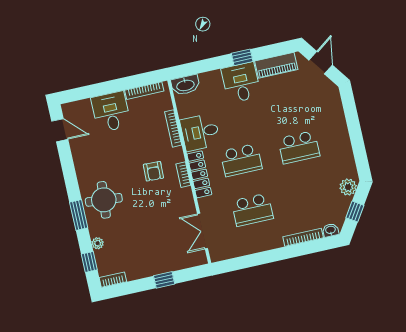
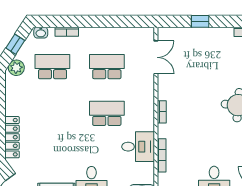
school desk: (299, 147) -> (52, 67), moved
armchair: (153, 171) -> (188, 121), removed
locker: (199, 174) -> (12, 137), moved, turned 180
bookcase: (303, 237) -> (67, 32), width x0.64

